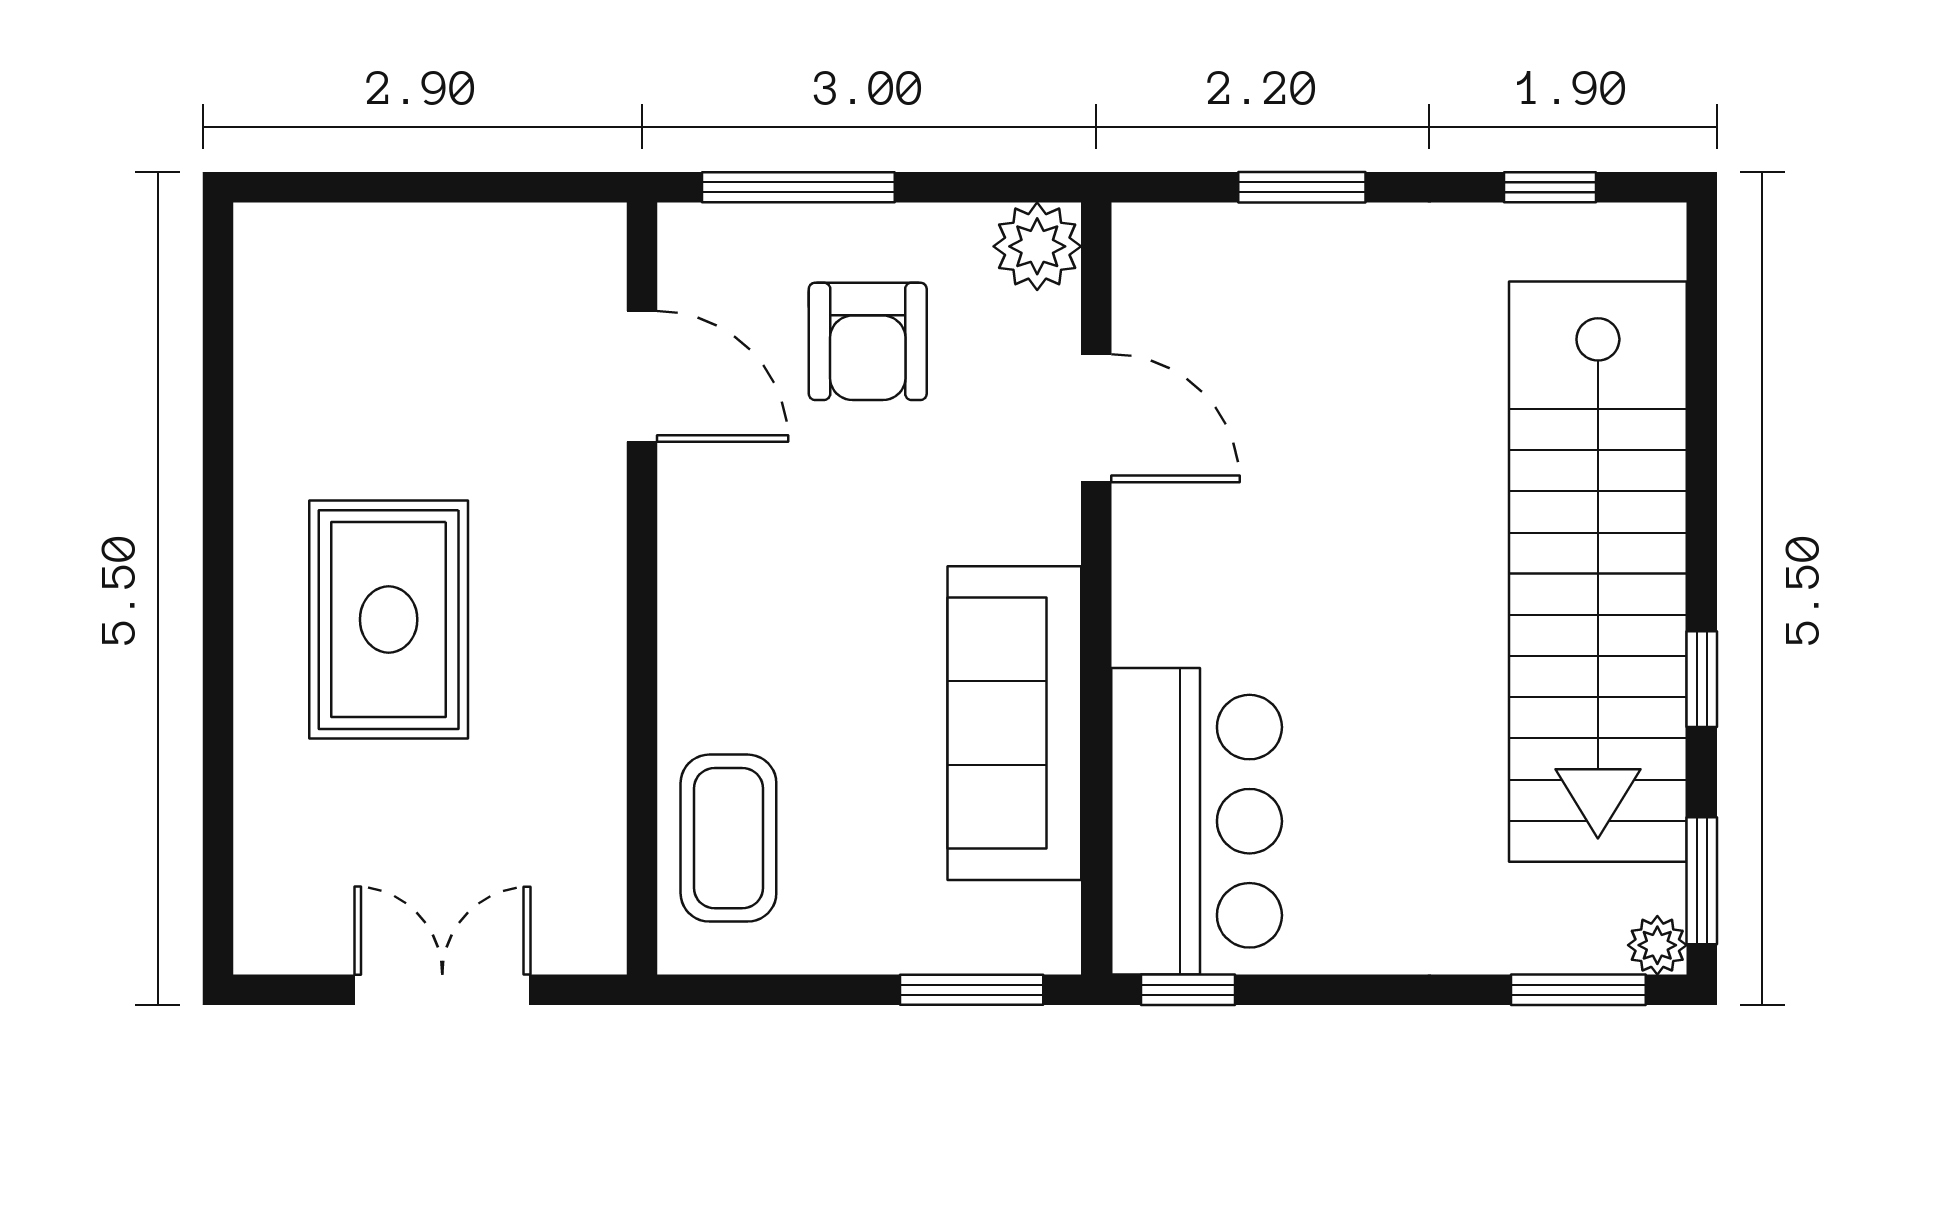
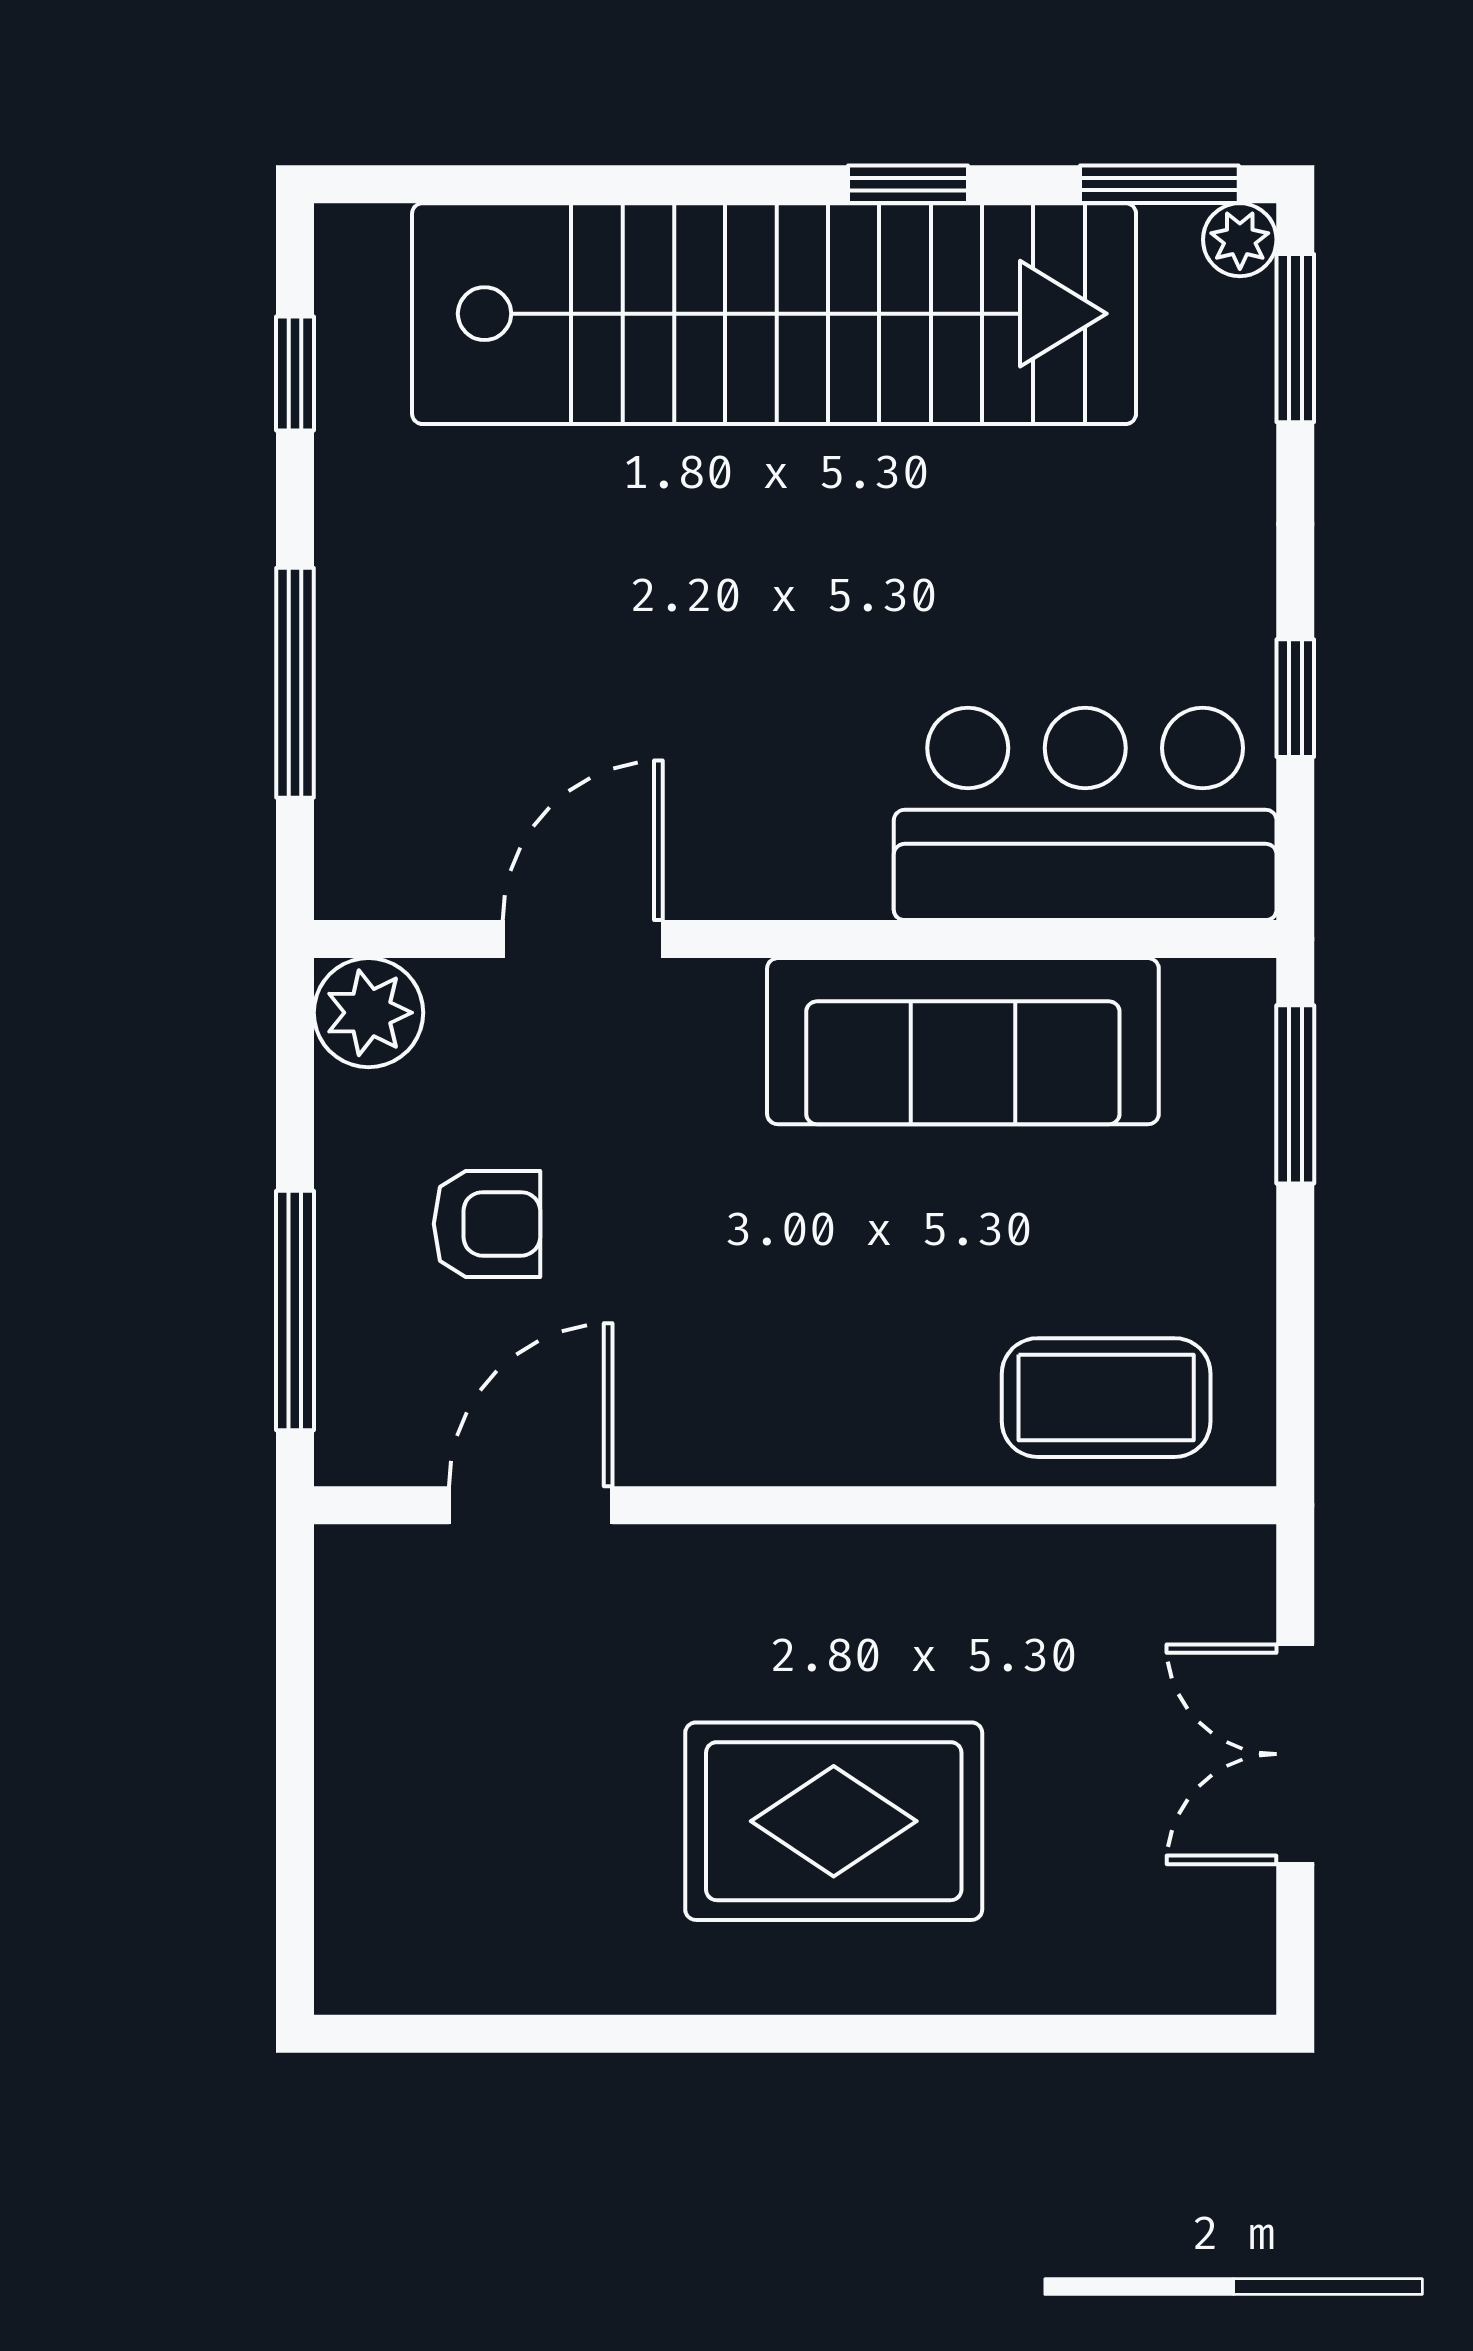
window: (1302, 187) -> (295, 683), width x1.44
armchair: (868, 341) -> (487, 1224), width x0.72, depth x0.72
window: (1188, 990) -> (1295, 698), moved

